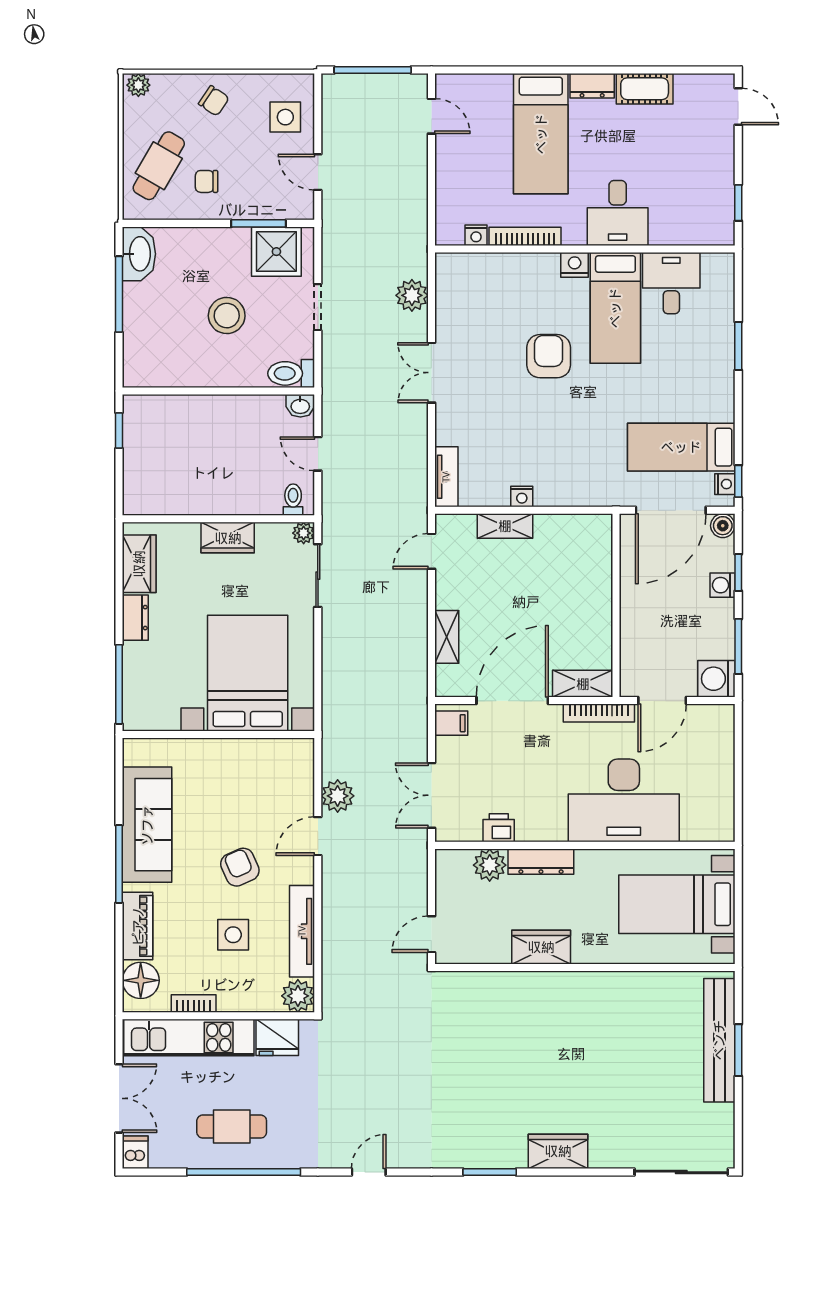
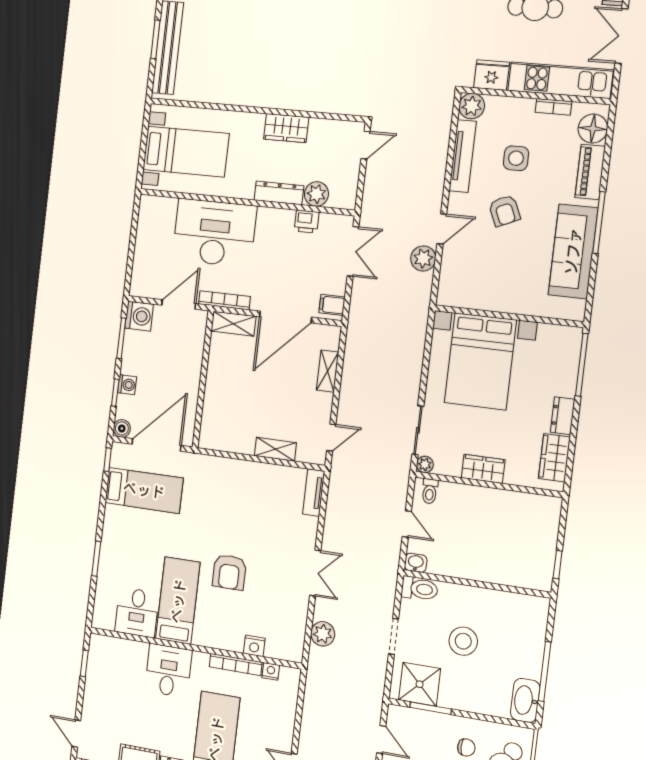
nightstand: (575, 265) -> (254, 646), moved
nightstand: (725, 484) -> (117, 459), removed
nightstand: (522, 496) -> (261, 470), removed

